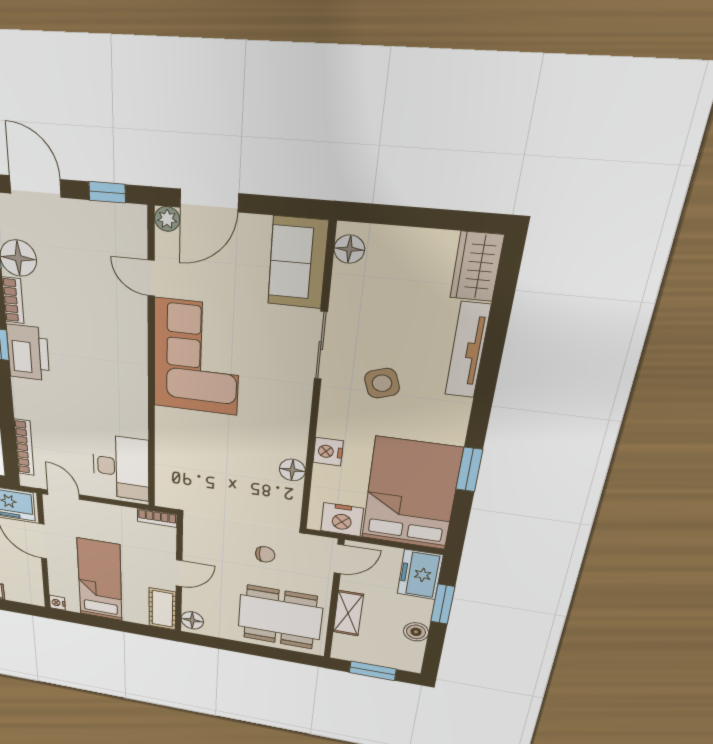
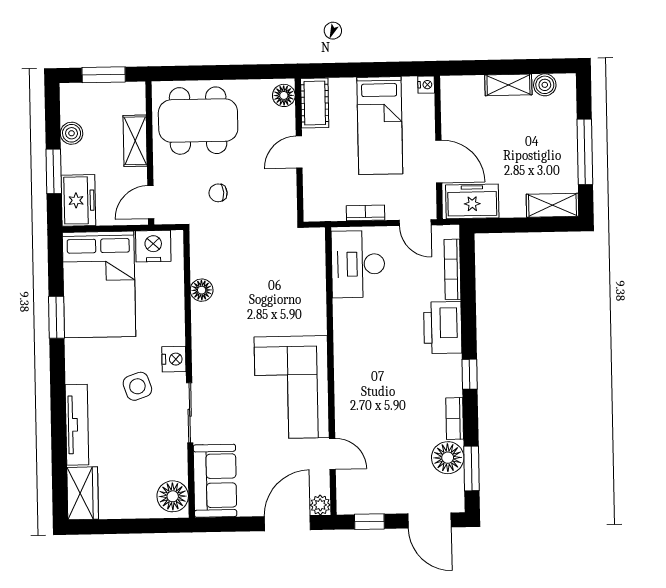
floor lamp: (349, 249) -> (173, 496), width x1.38, depth x1.38
printer: (28, 353) -> (443, 328), moved
nightstand: (328, 452) -> (174, 359), moved
bookcase: (157, 518) -> (366, 213), moved

